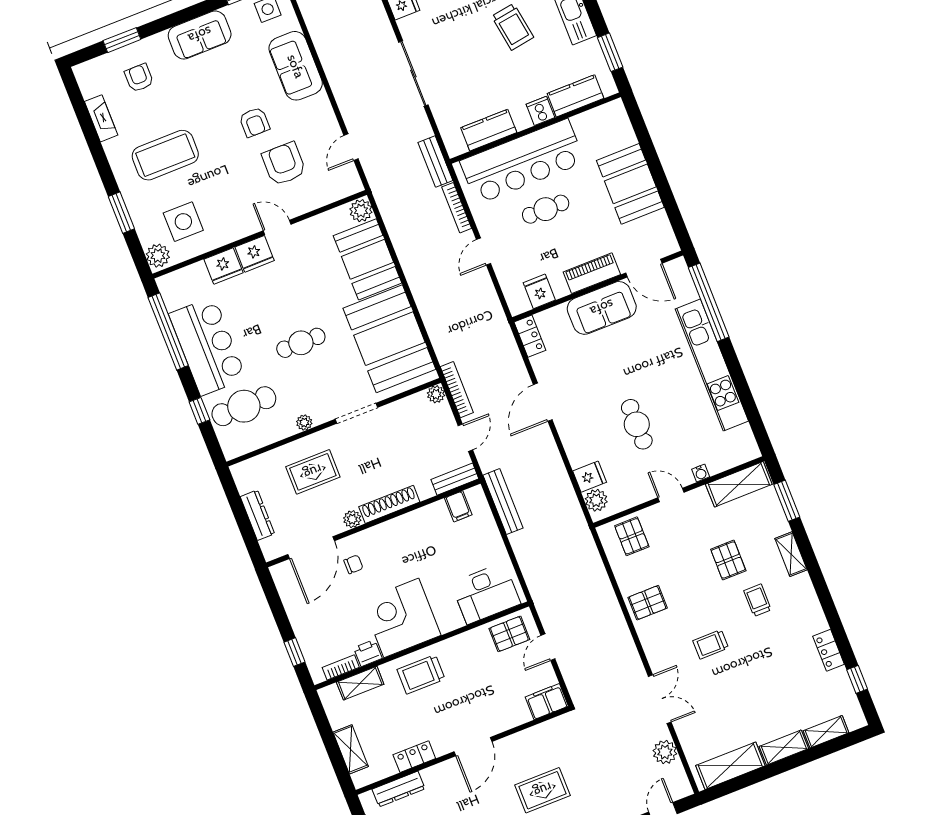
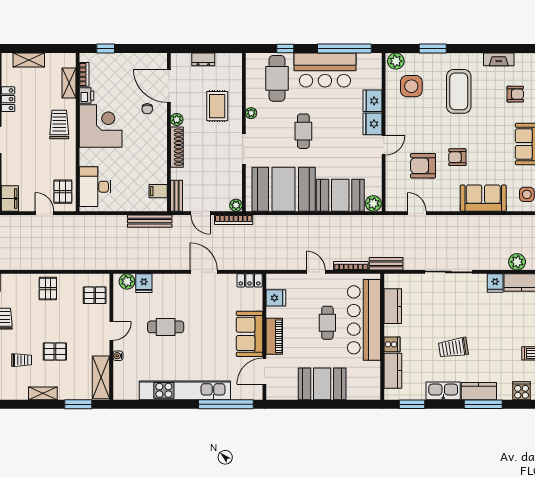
armchair: (284, 164) -> (423, 166), turned 180
dresser: (257, 515) -> (203, 59), width x0.70

